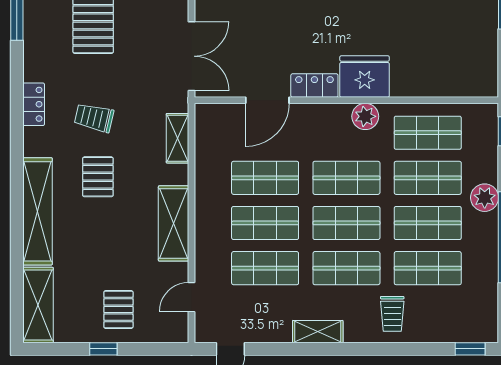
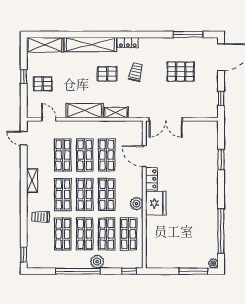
locker: (34, 104) -> (128, 43), moved
shelving: (177, 138) -> (116, 112), moved

